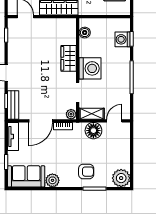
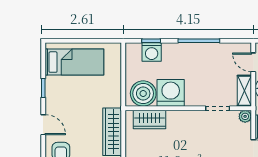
boiler: (85, 33) -> (143, 93), width x1.86, depth x1.86
wardrobe: (69, 58) -> (149, 119), moved
washing machine: (90, 68) -> (171, 93), moved

